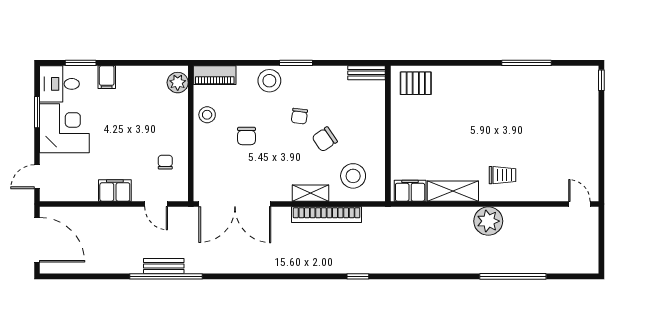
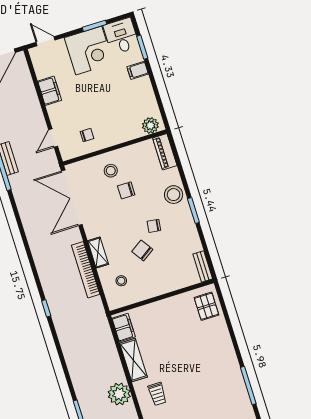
stool: (207, 115) -> (111, 171), moved
stool: (353, 176) -> (121, 281), width x0.53, depth x0.53
filing cabinet: (115, 190) -> (50, 91), moved

